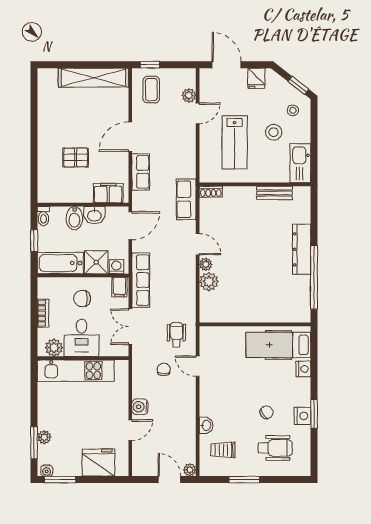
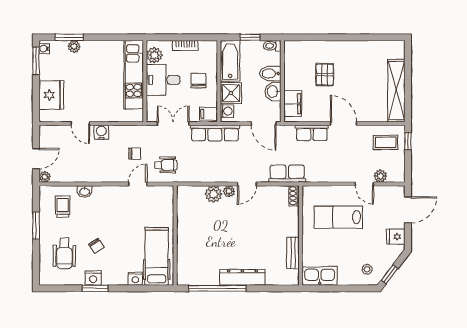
stool: (274, 132) -> (347, 252), removed

